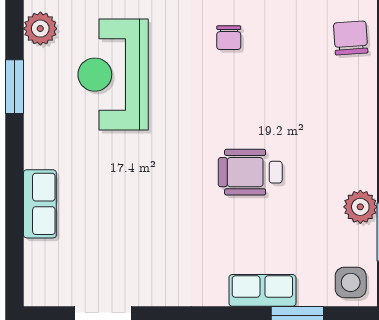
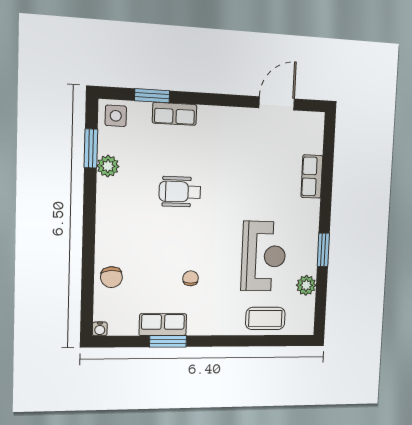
wheelchair: (250, 172) -> (180, 192), turned 180

